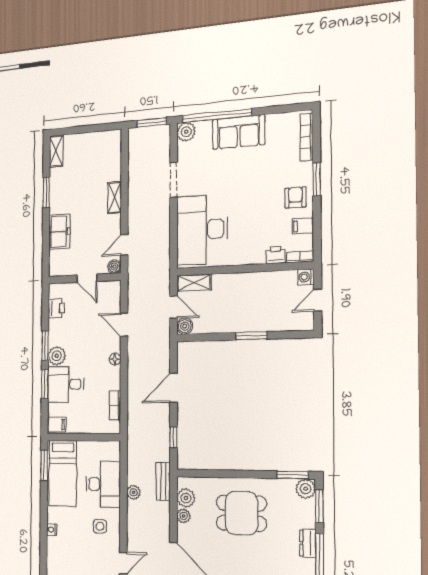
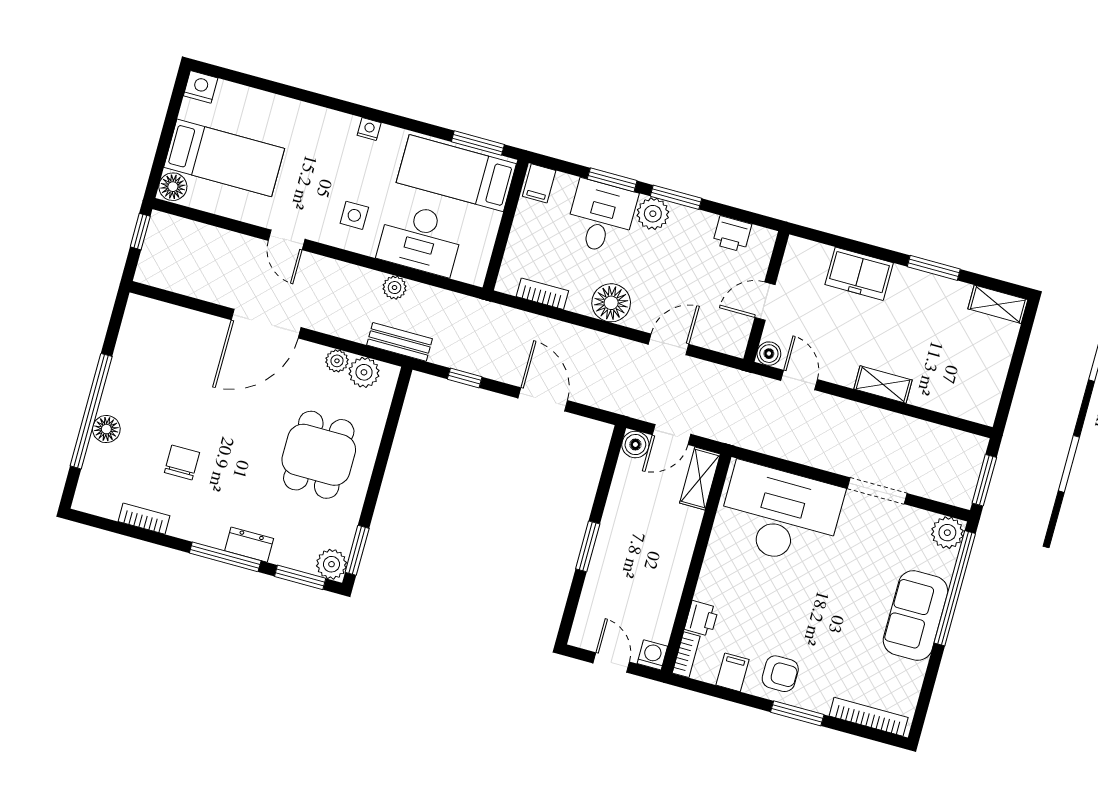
floor lamp: (115, 359) -> (611, 303), width x1.89, depth x1.89

